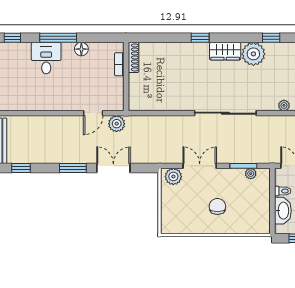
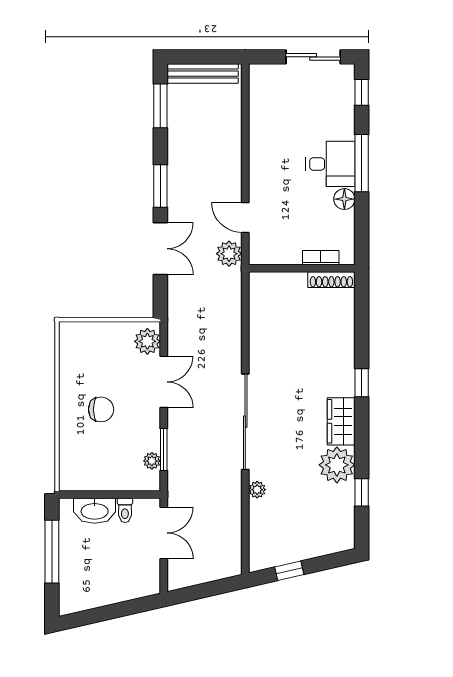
desk: (46, 58) -> (330, 164), moved
plant: (284, 105) -> (257, 490), moved
window: (21, 168) -> (160, 106), width x1.50

